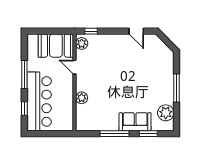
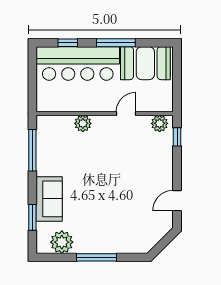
booth: (56, 46) -> (145, 63), moved, turned 90
window: (114, 134) -> (32, 150), moved

